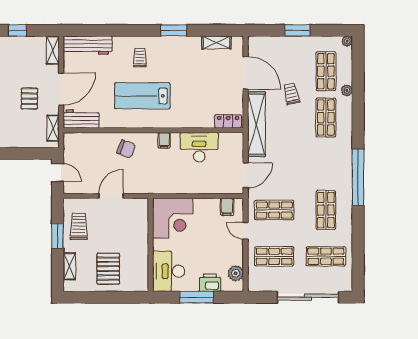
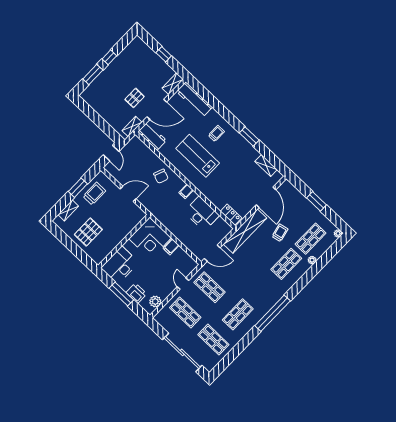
filing cabinet: (227, 207) -> (171, 247), moved

